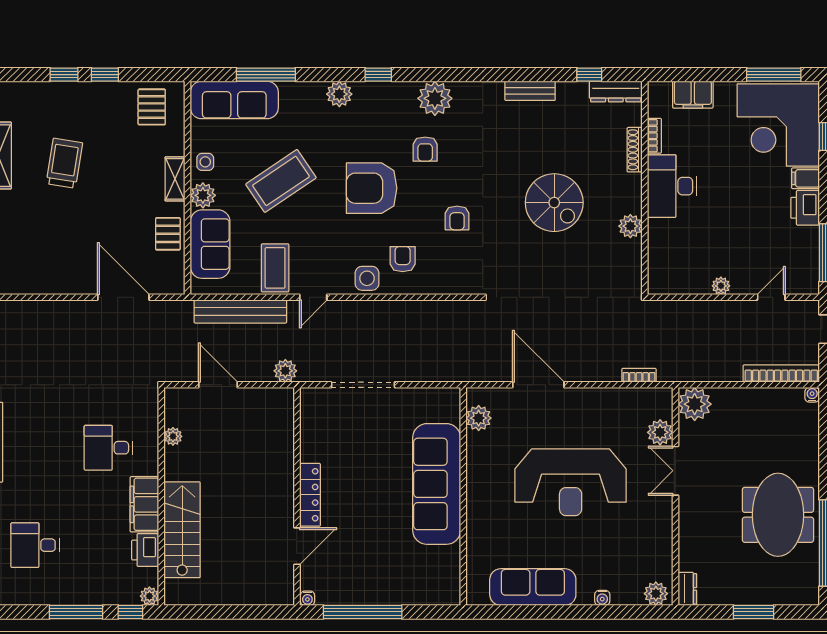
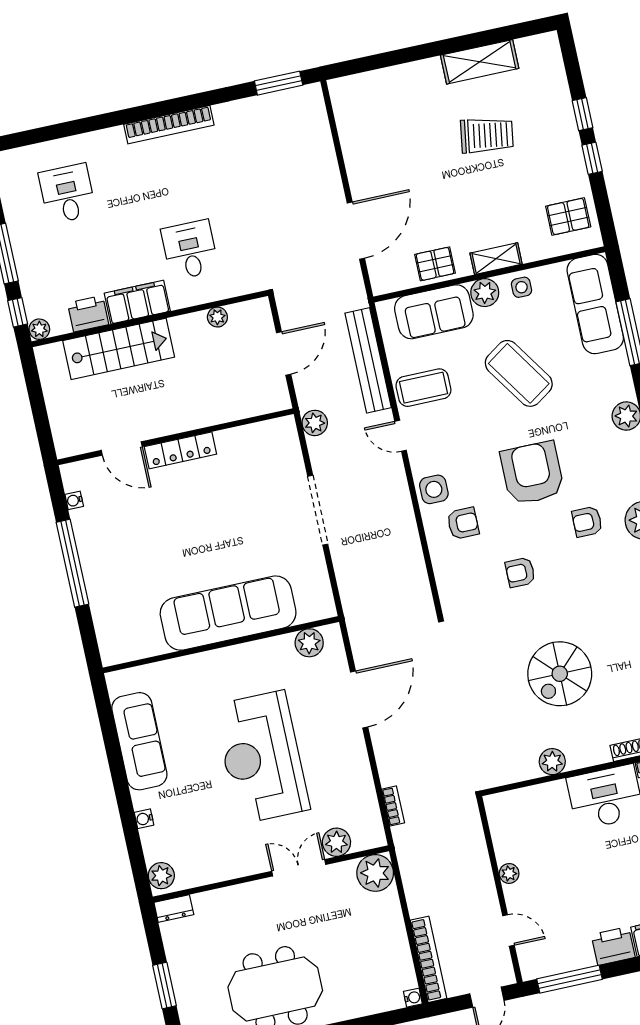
locker: (310, 495) -> (180, 450), moved
wall: (297, 496) -> (176, 437), moved
door: (297, 546) -> (122, 448), moved

